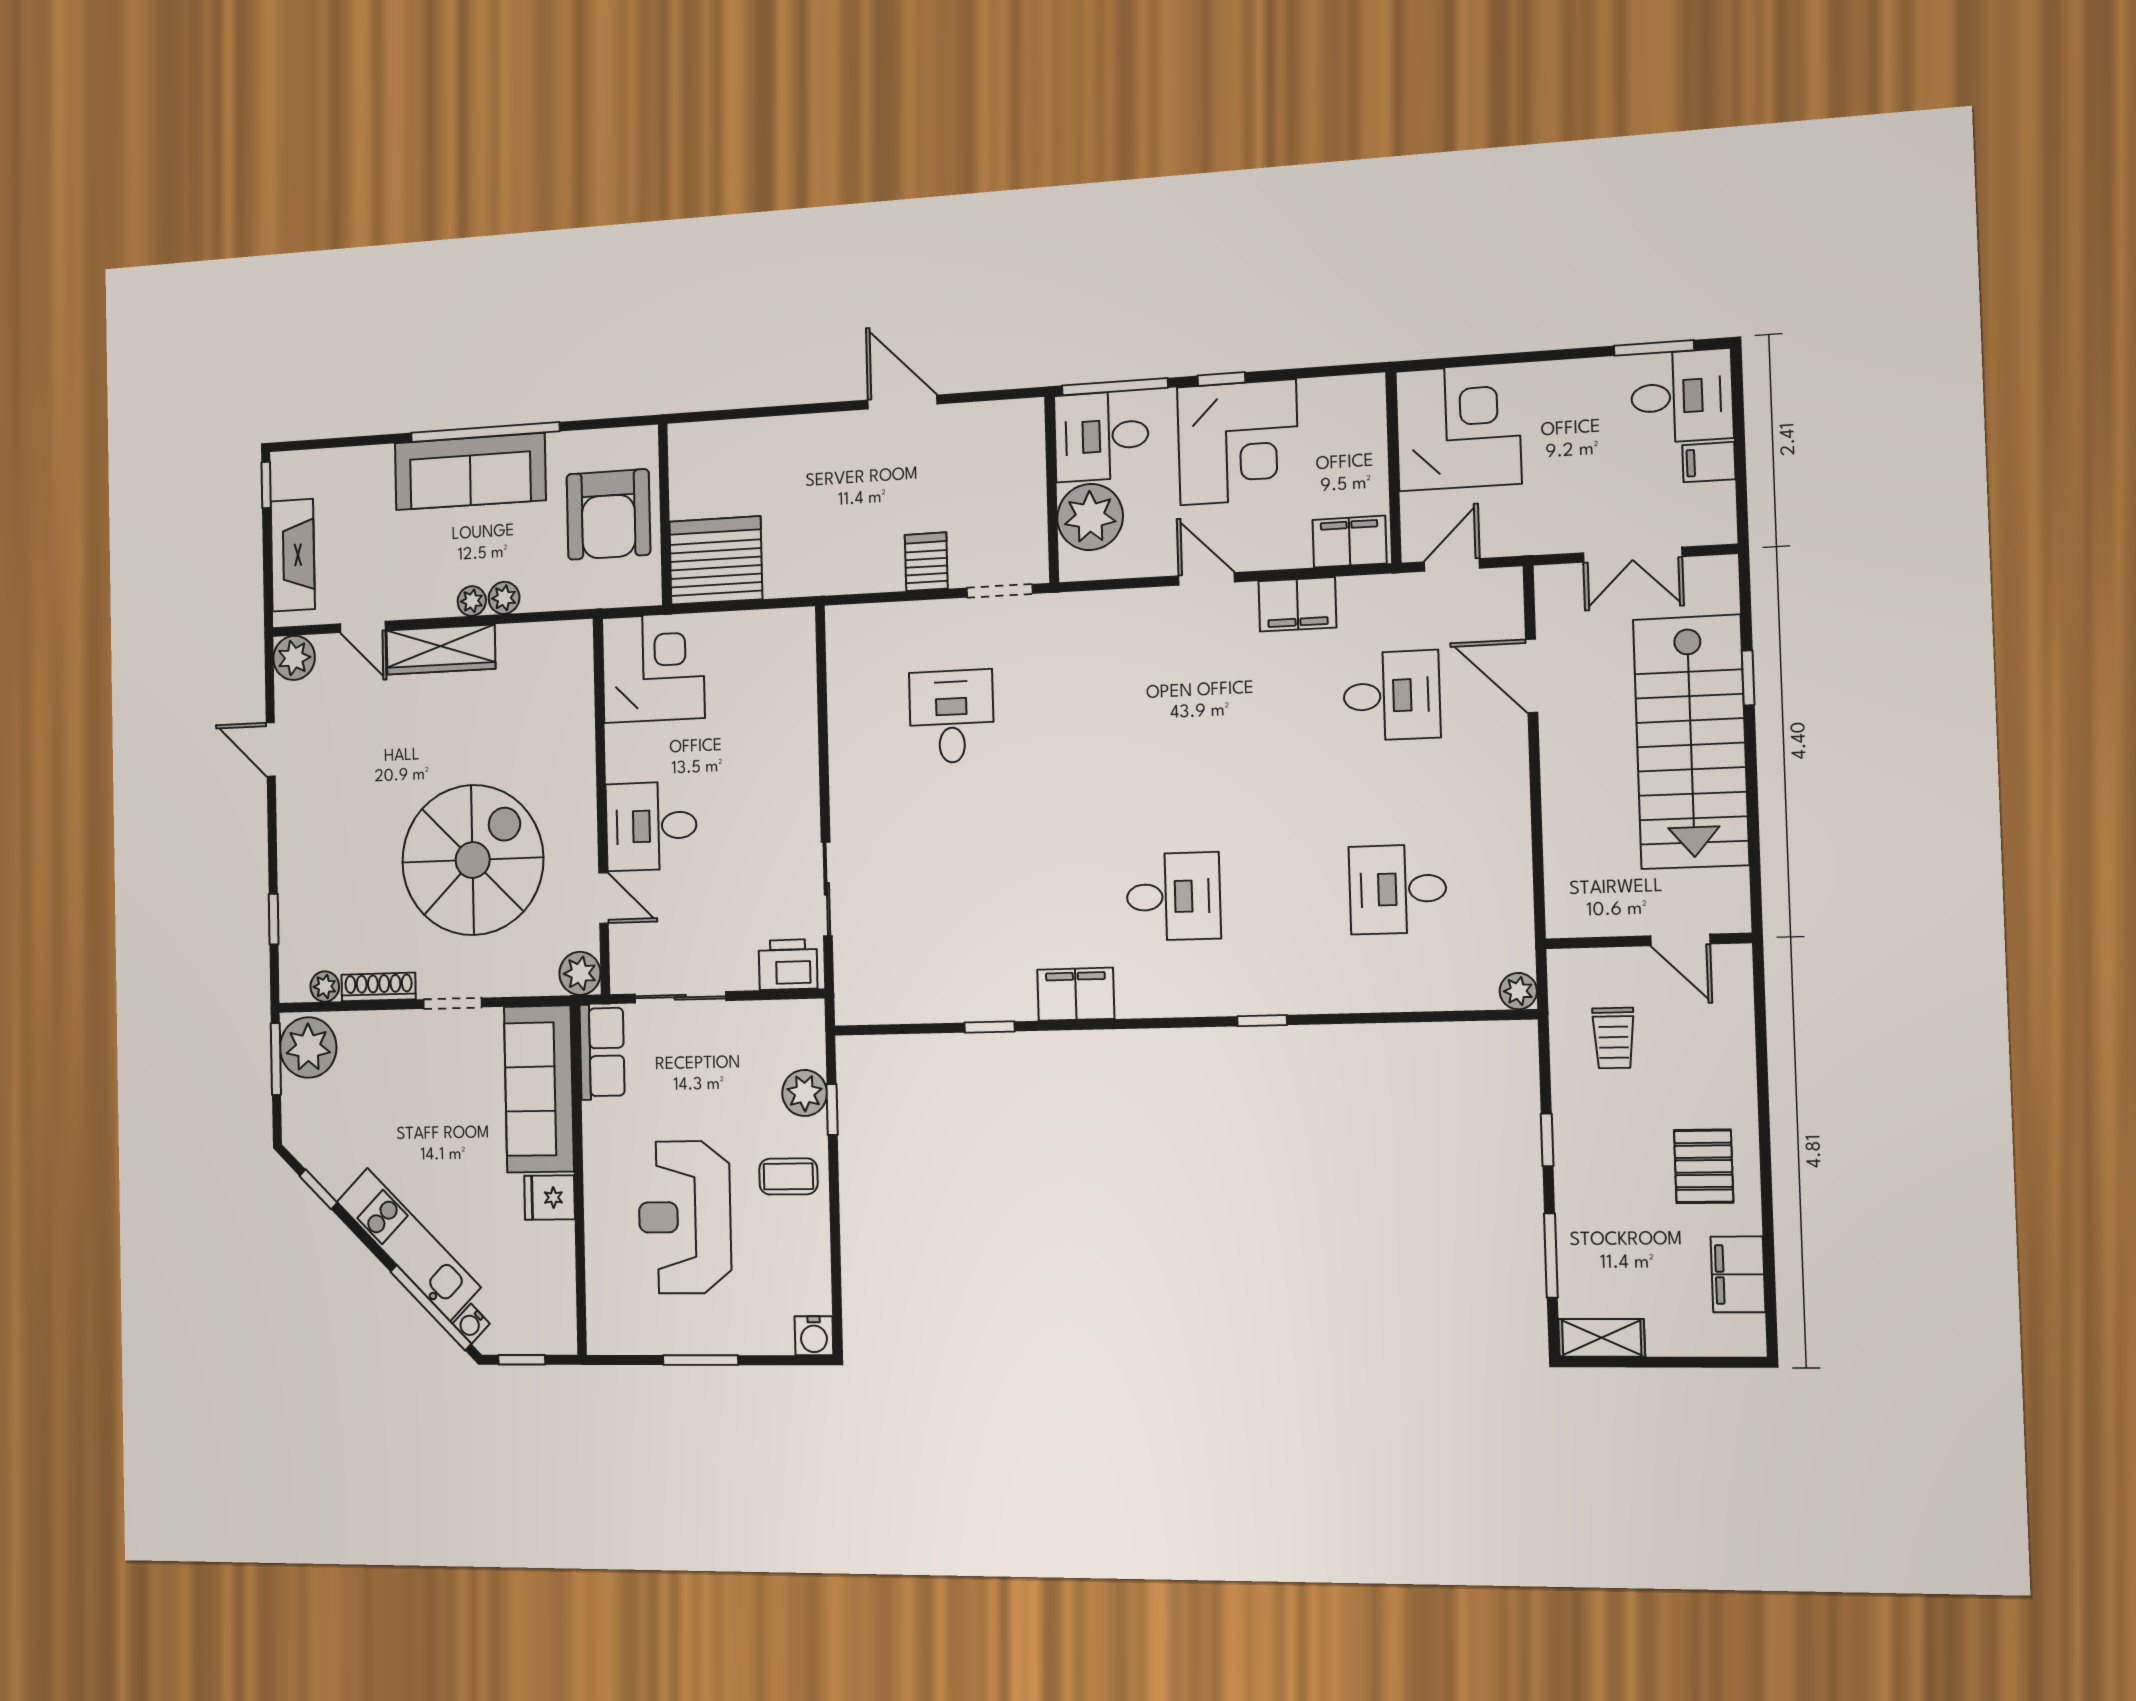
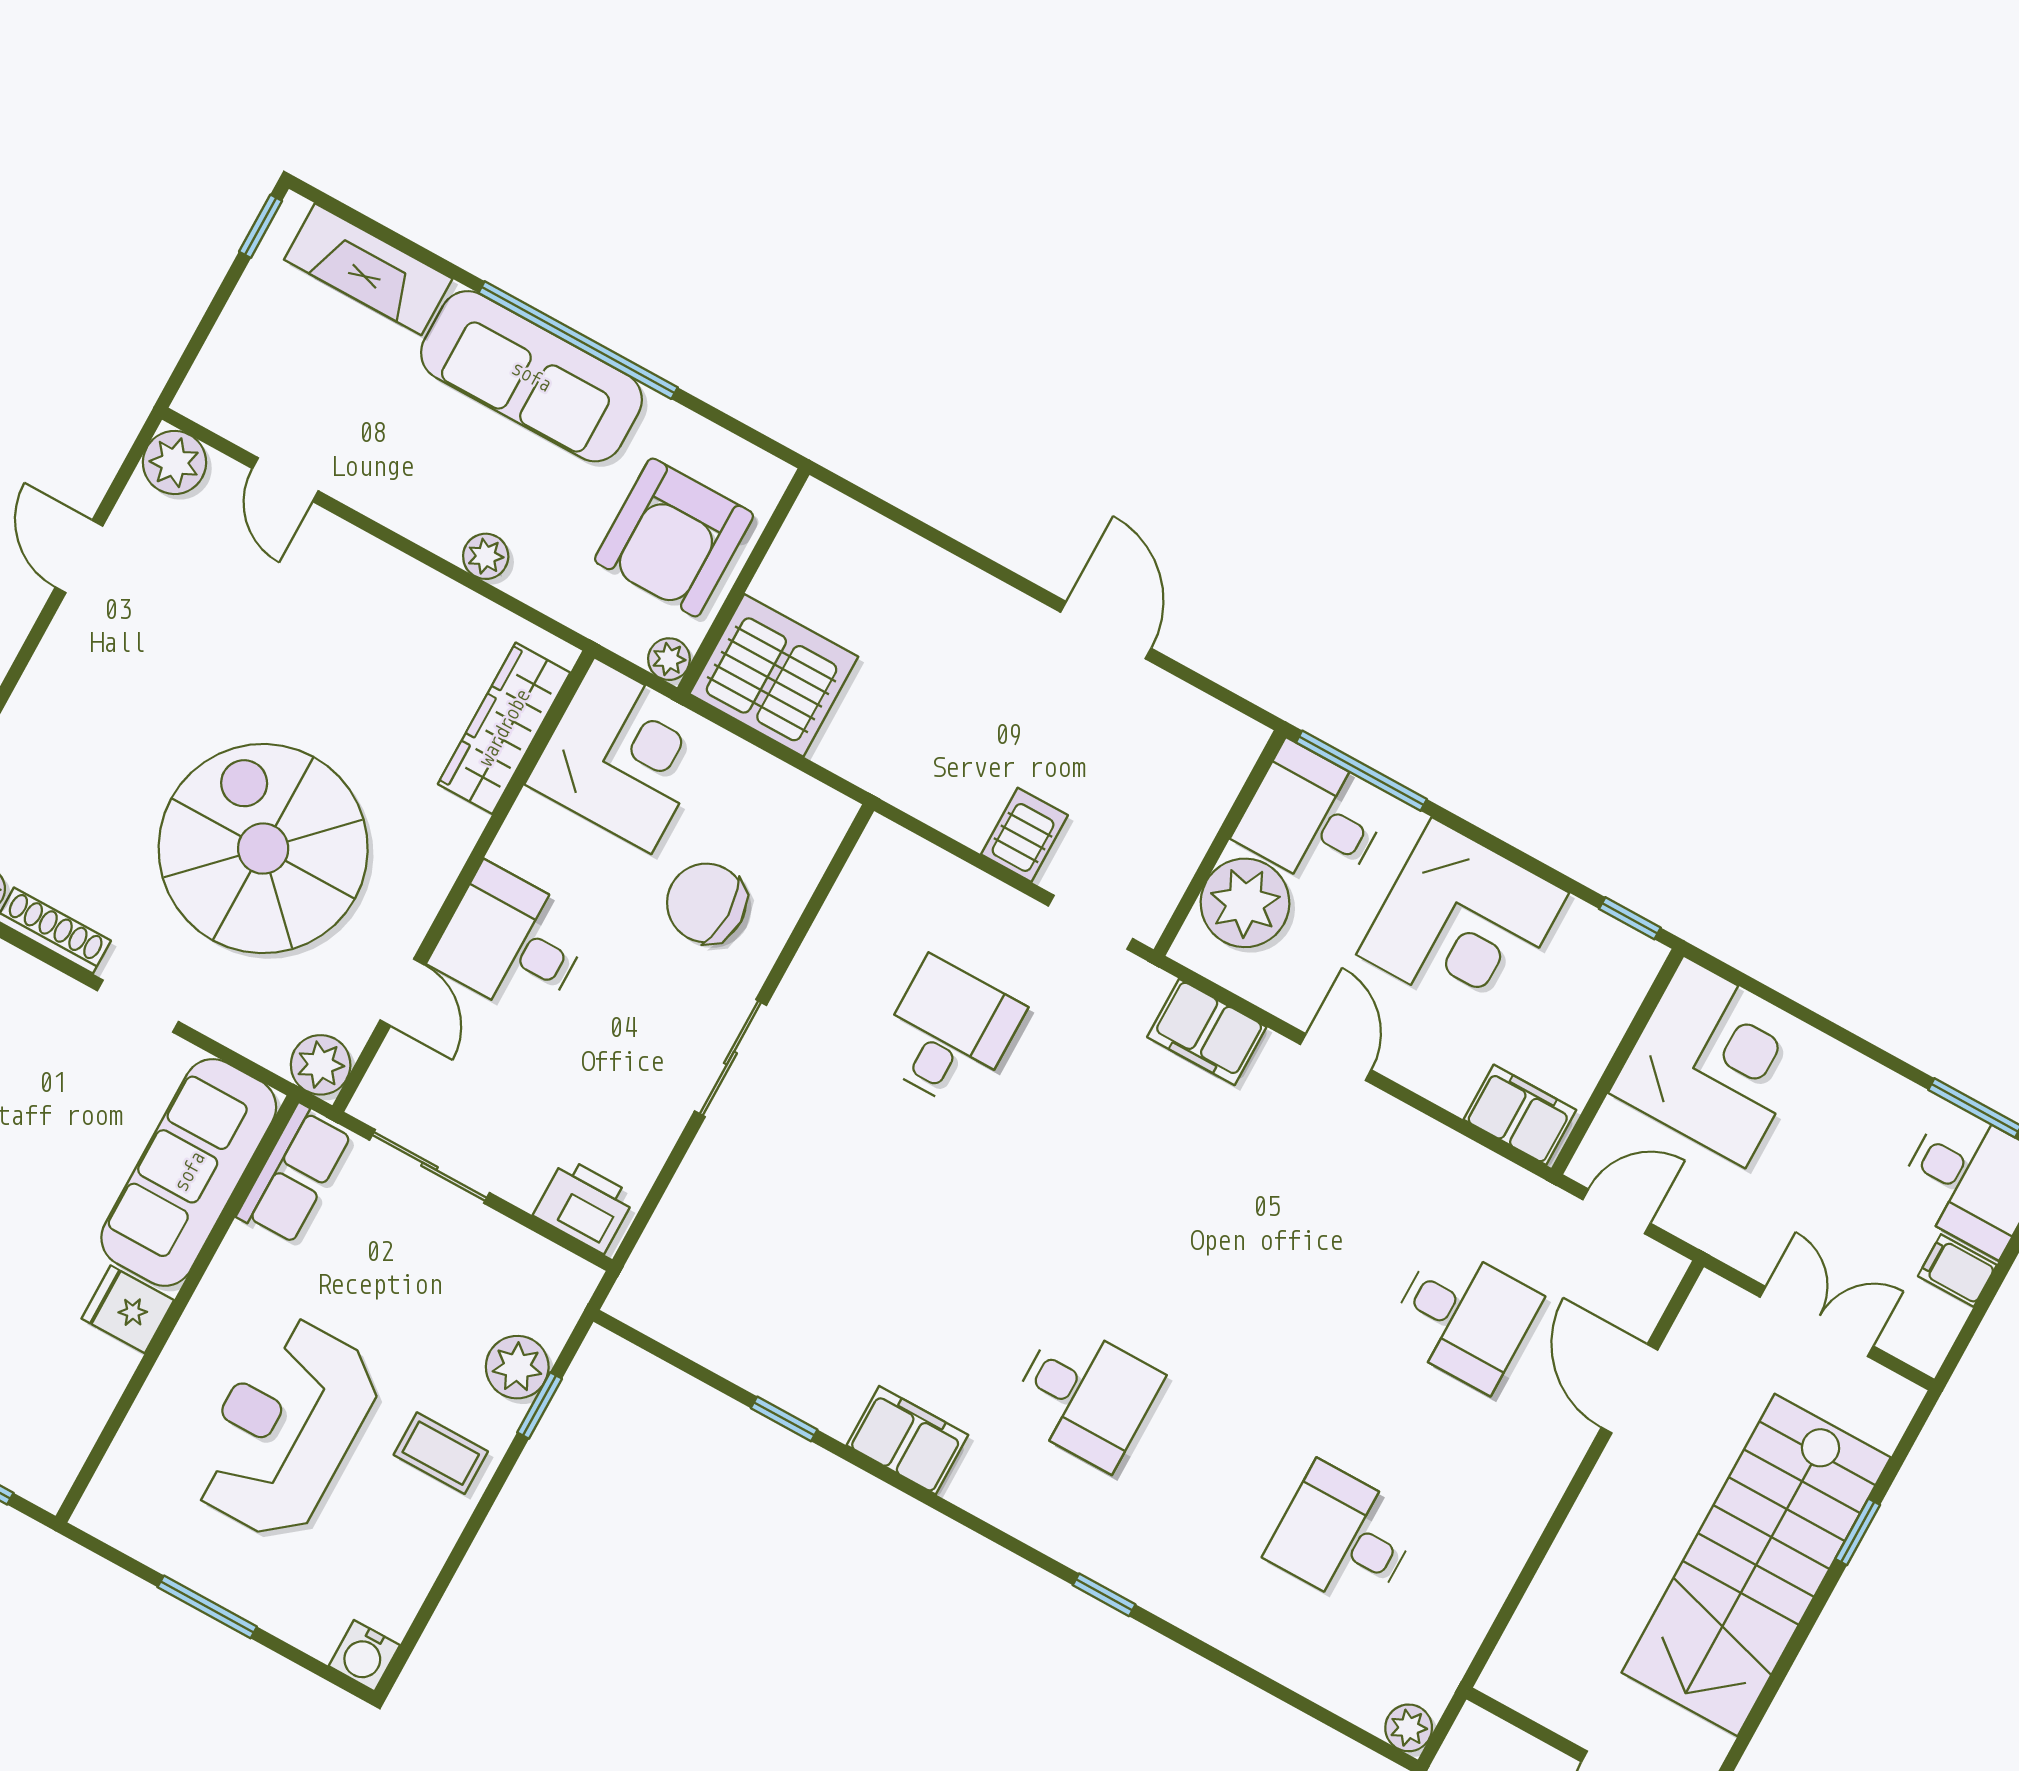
window: (1221, 379) -> (1630, 918), moved
fireplace: (293, 555) -> (368, 269), moved, turned 90
double door: (1633, 555) -> (1817, 1322), swing flipped
plant: (472, 601) -> (669, 659), moved
filing cabinet: (1297, 604) -> (1207, 1032), moved
wardrobe: (441, 650) -> (504, 728), moved, turned 90
chair: (755, 728) -> (706, 903), added
spiral stairs: (473, 860) -> (263, 849), turned -90
sliding door: (827, 889) -> (730, 1058), moved

